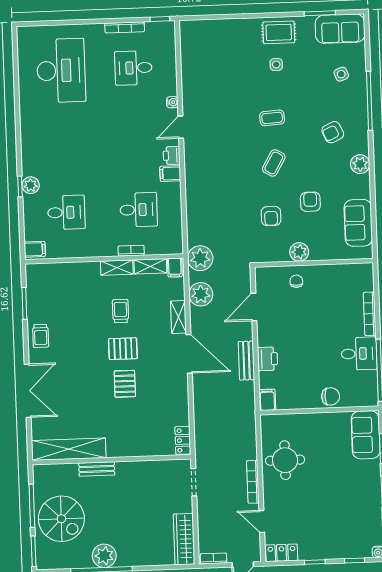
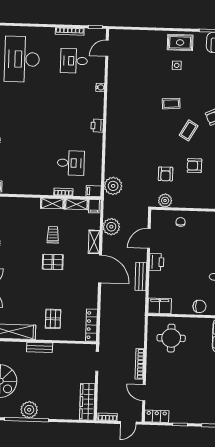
desk: (61, 71) -> (22, 59), turned 180
door: (181, 127) -> (107, 48), moved
coffee table: (274, 163) -> (189, 130), moved
filing cabinet: (170, 174) -> (94, 191), moved
armchair: (310, 202) -> (194, 166), turned -90
desk: (66, 212) -> (19, 161), removed
plant: (299, 252) -> (165, 200), moved
plant: (200, 258) -> (113, 186), moved
printer: (268, 359) -> (157, 262), moved
pallet: (125, 384) -> (53, 319), moved
filing cabinet: (267, 400) -> (160, 306), width x2.00
locker: (183, 440) -> (91, 325), width x1.53
round table: (285, 460) -> (171, 338), moved
bench: (97, 469) -> (40, 347), moved

